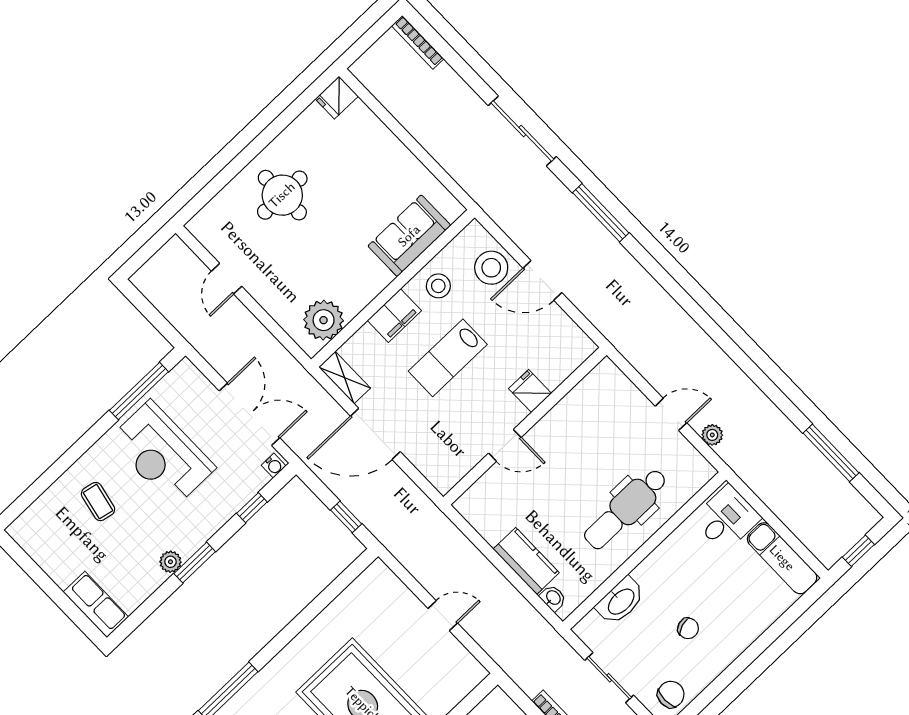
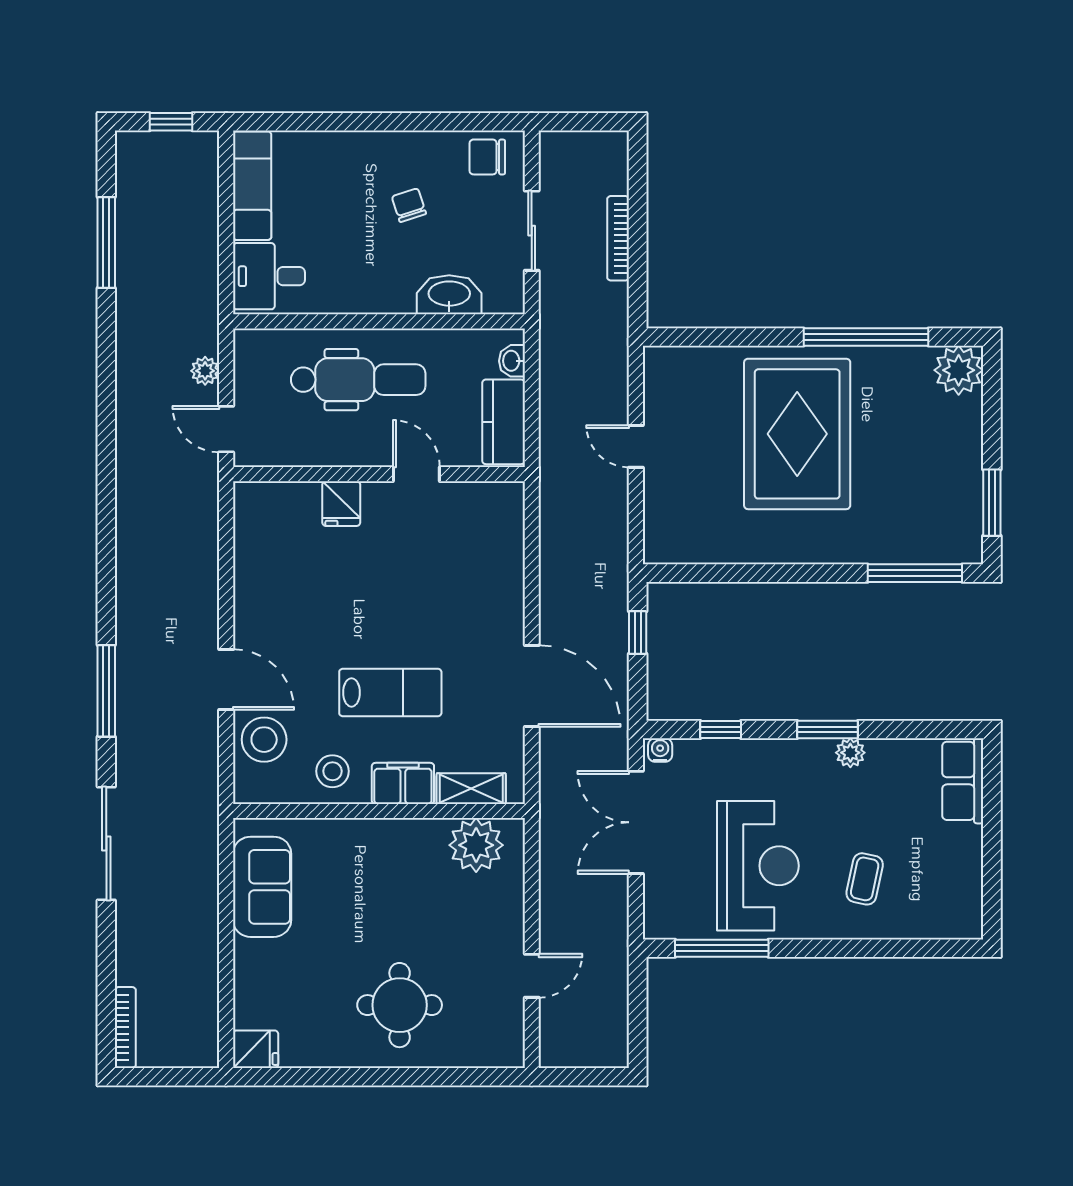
sofa: (409, 236) -> (262, 887), moved, turned -90
shelving: (344, 378) -> (471, 789), moved, turned 90
fridge: (530, 391) -> (341, 504), moved
wall: (525, 426) -> (379, 474), moved
door: (505, 445) -> (416, 474), moved

